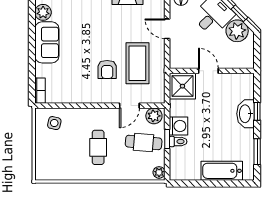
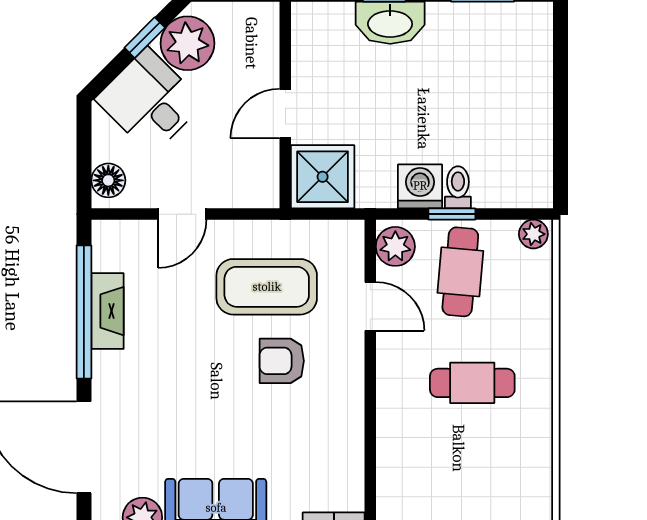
armchair: (107, 69) -> (282, 361), turned 180
side table: (54, 123) -> (413, 490), removed
bathtub: (222, 171) -> (529, 81), removed

